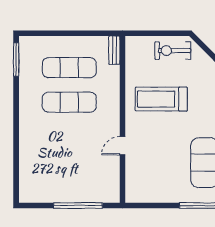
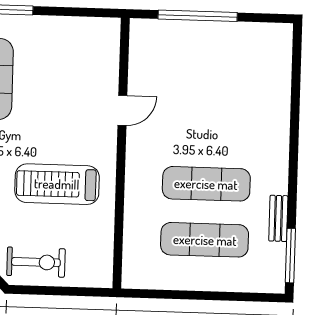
bench: (114, 50) -> (278, 218), moved
treadmill: (161, 99) -> (57, 184), turned 180

